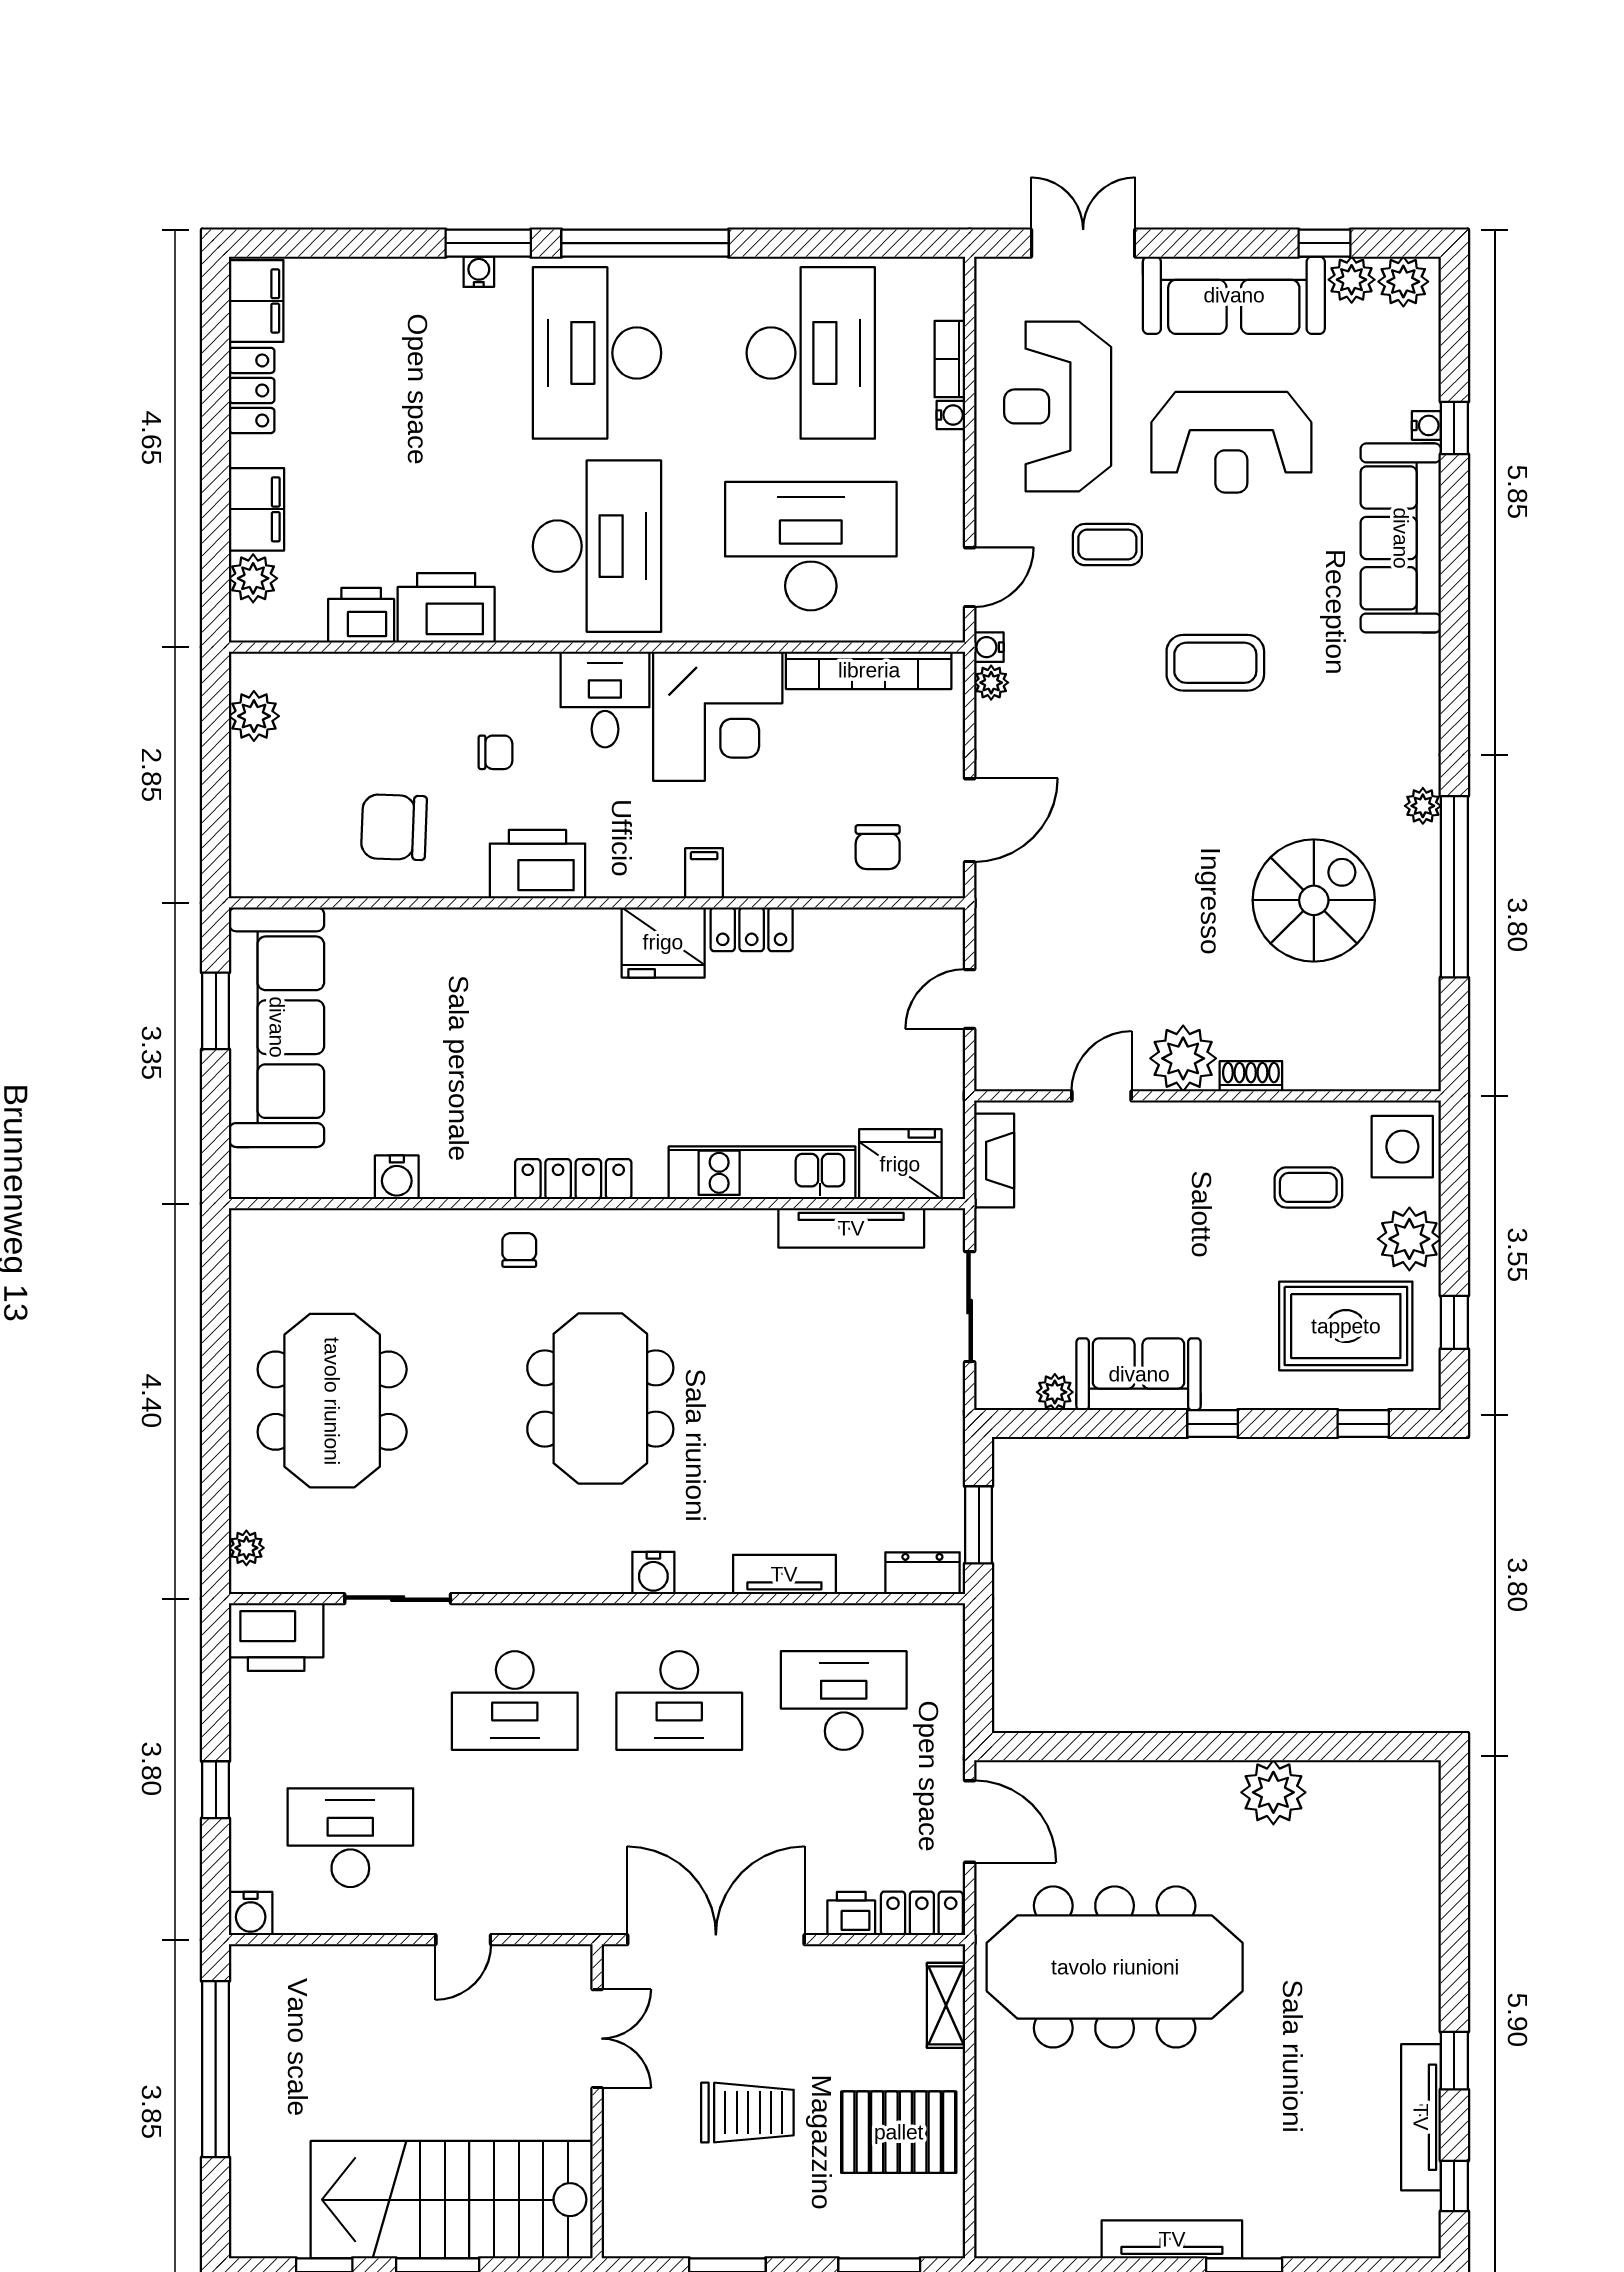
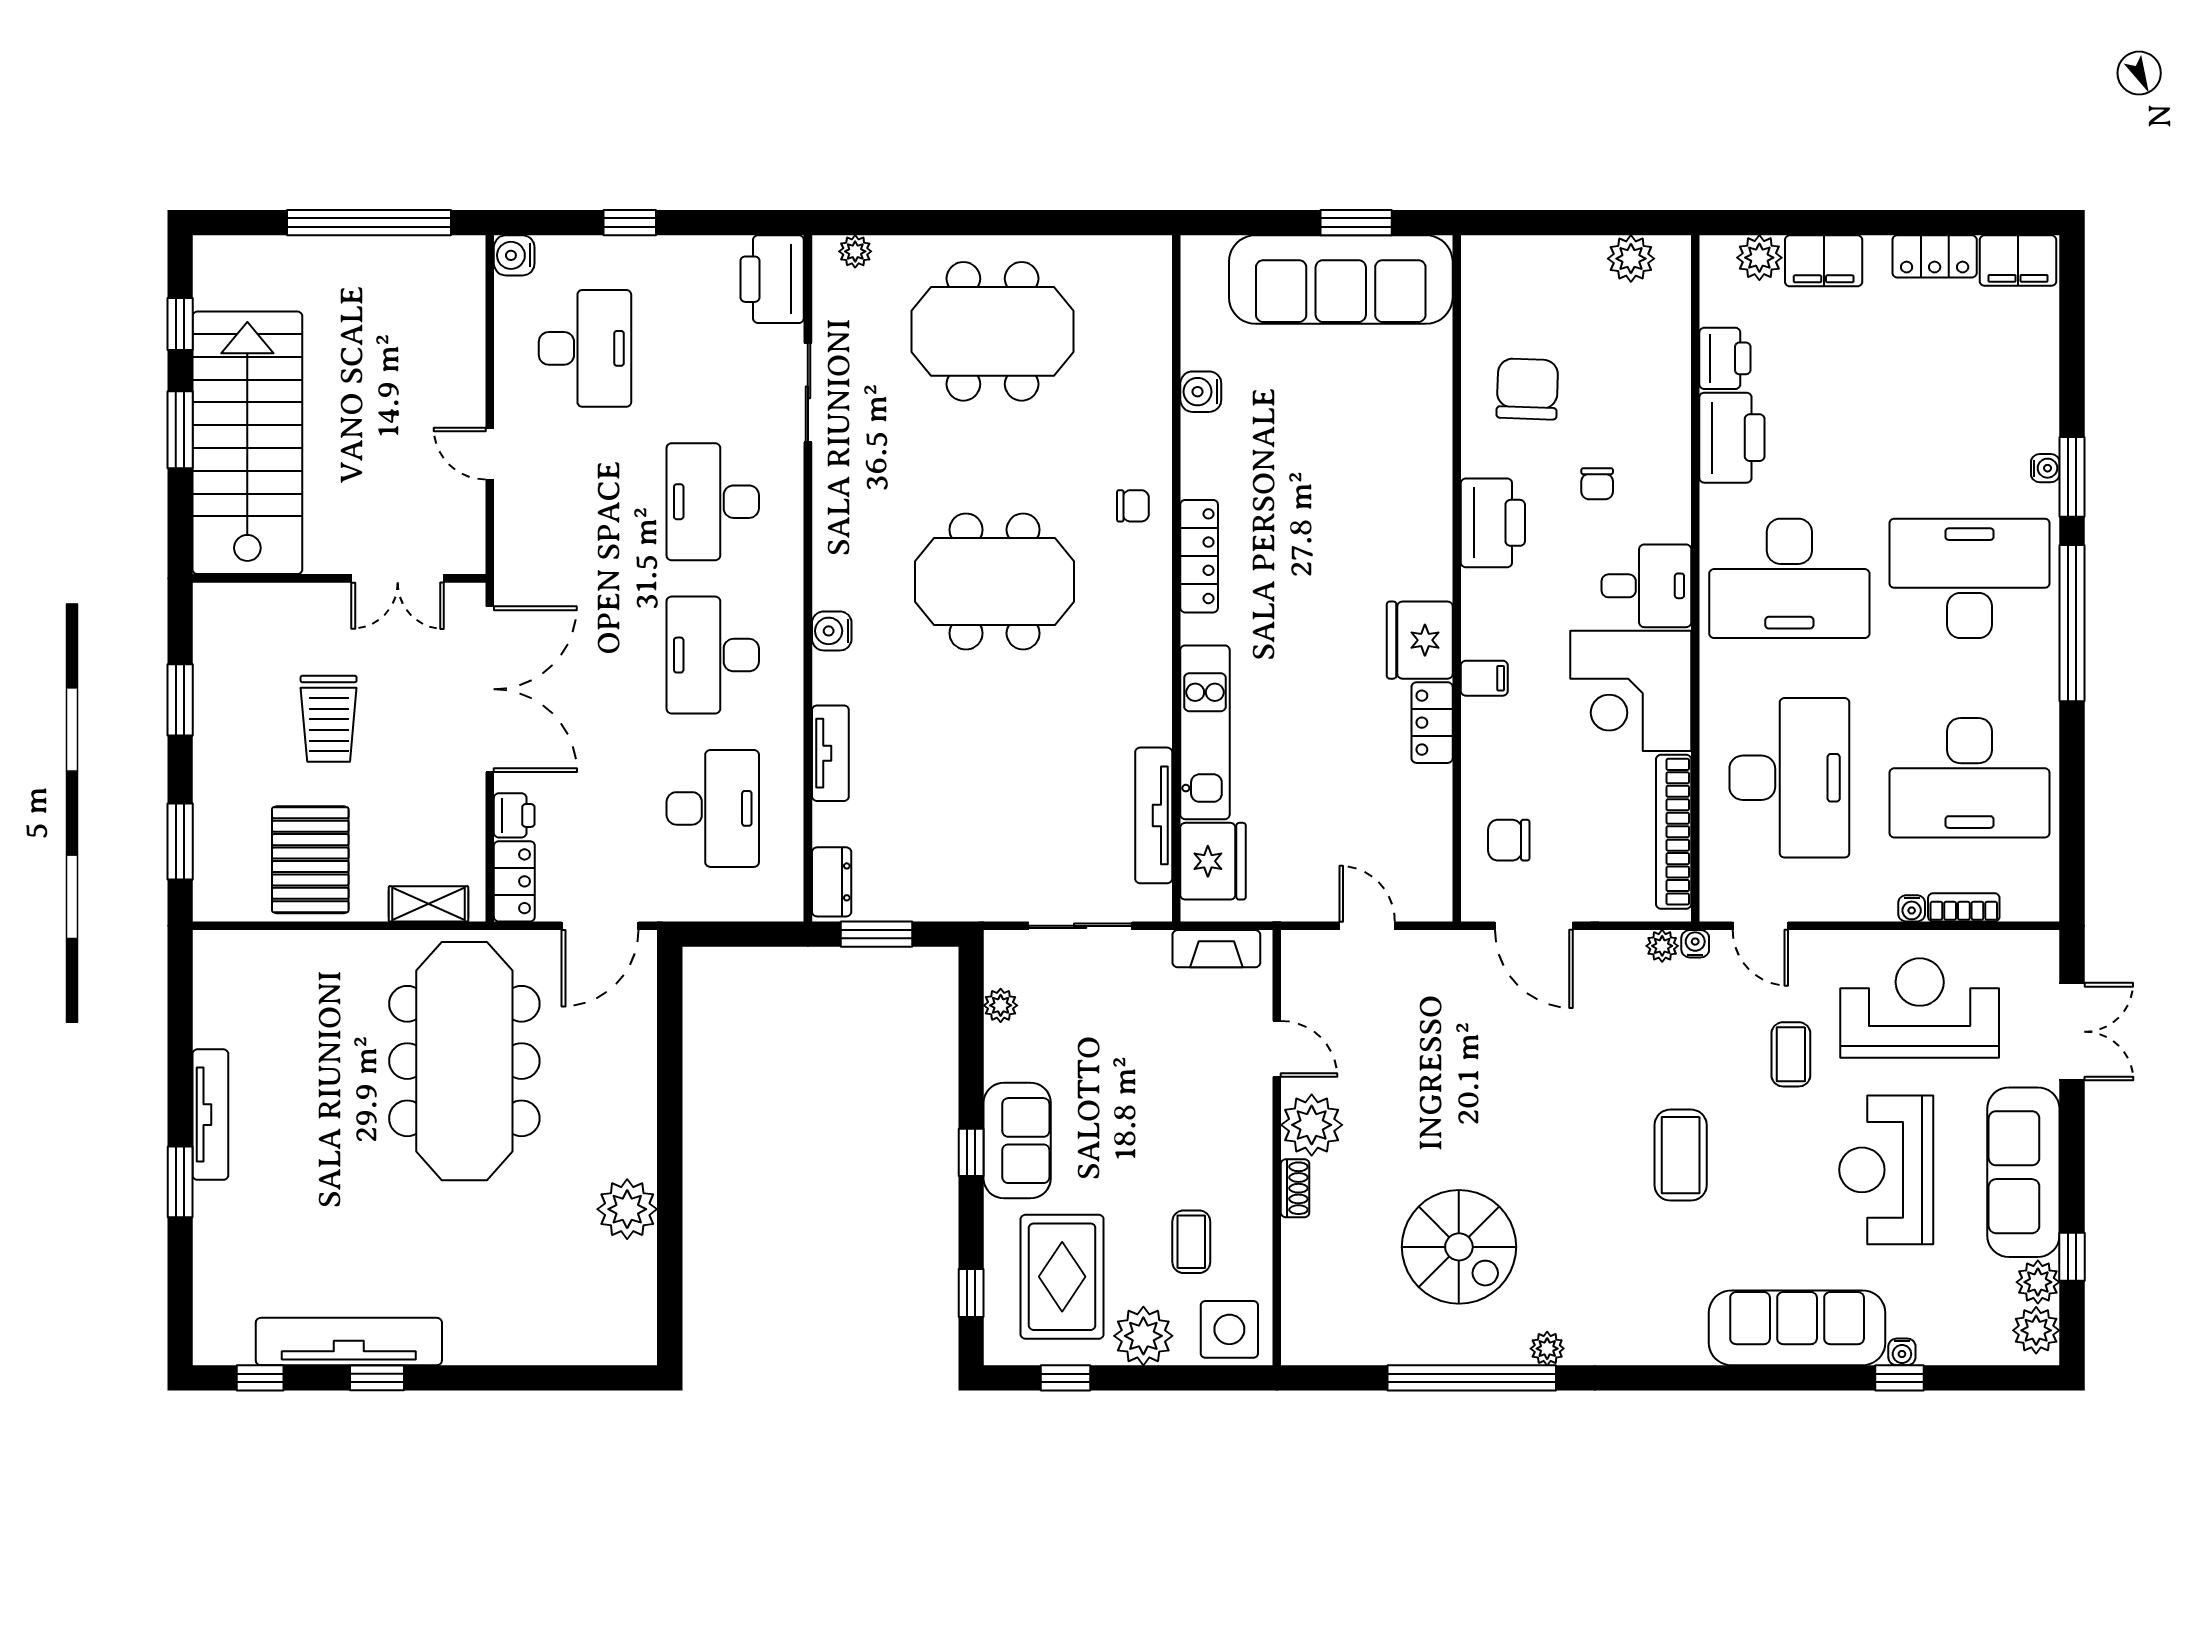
sofa: (1139, 1374) -> (1017, 1141), moved
tv unit: (1421, 2117) -> (349, 1342), width x1.36, depth x1.29

